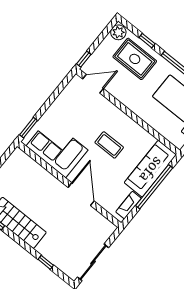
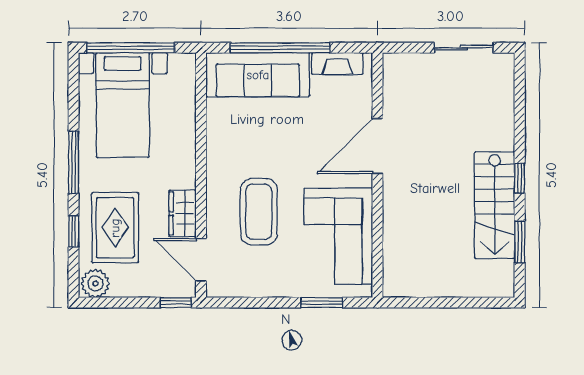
wardrobe: (118, 92) -> (183, 213), added
window: (28, 128) -> (322, 303), moved
coffee table: (109, 145) -> (259, 212), moved, width x1.36, depth x1.32
window: (46, 262) -> (520, 178), moved
sliding door: (93, 262) -> (464, 48), width x0.73

